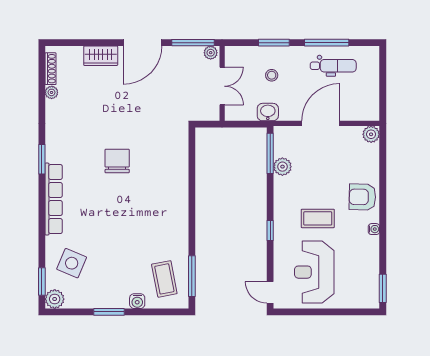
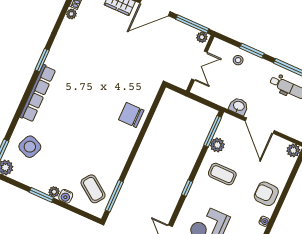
stool: (272, 75) -> (238, 60), moved
washbasin: (268, 112) -> (239, 106), moved
door: (321, 123) -> (260, 126), swing flipped
chair: (117, 161) -> (131, 115), moved, turned -90
coffee table: (318, 218) -> (222, 174), moved
coffee table: (164, 279) -> (93, 189), turned -43
plant: (122, 302) -> (54, 192), added

